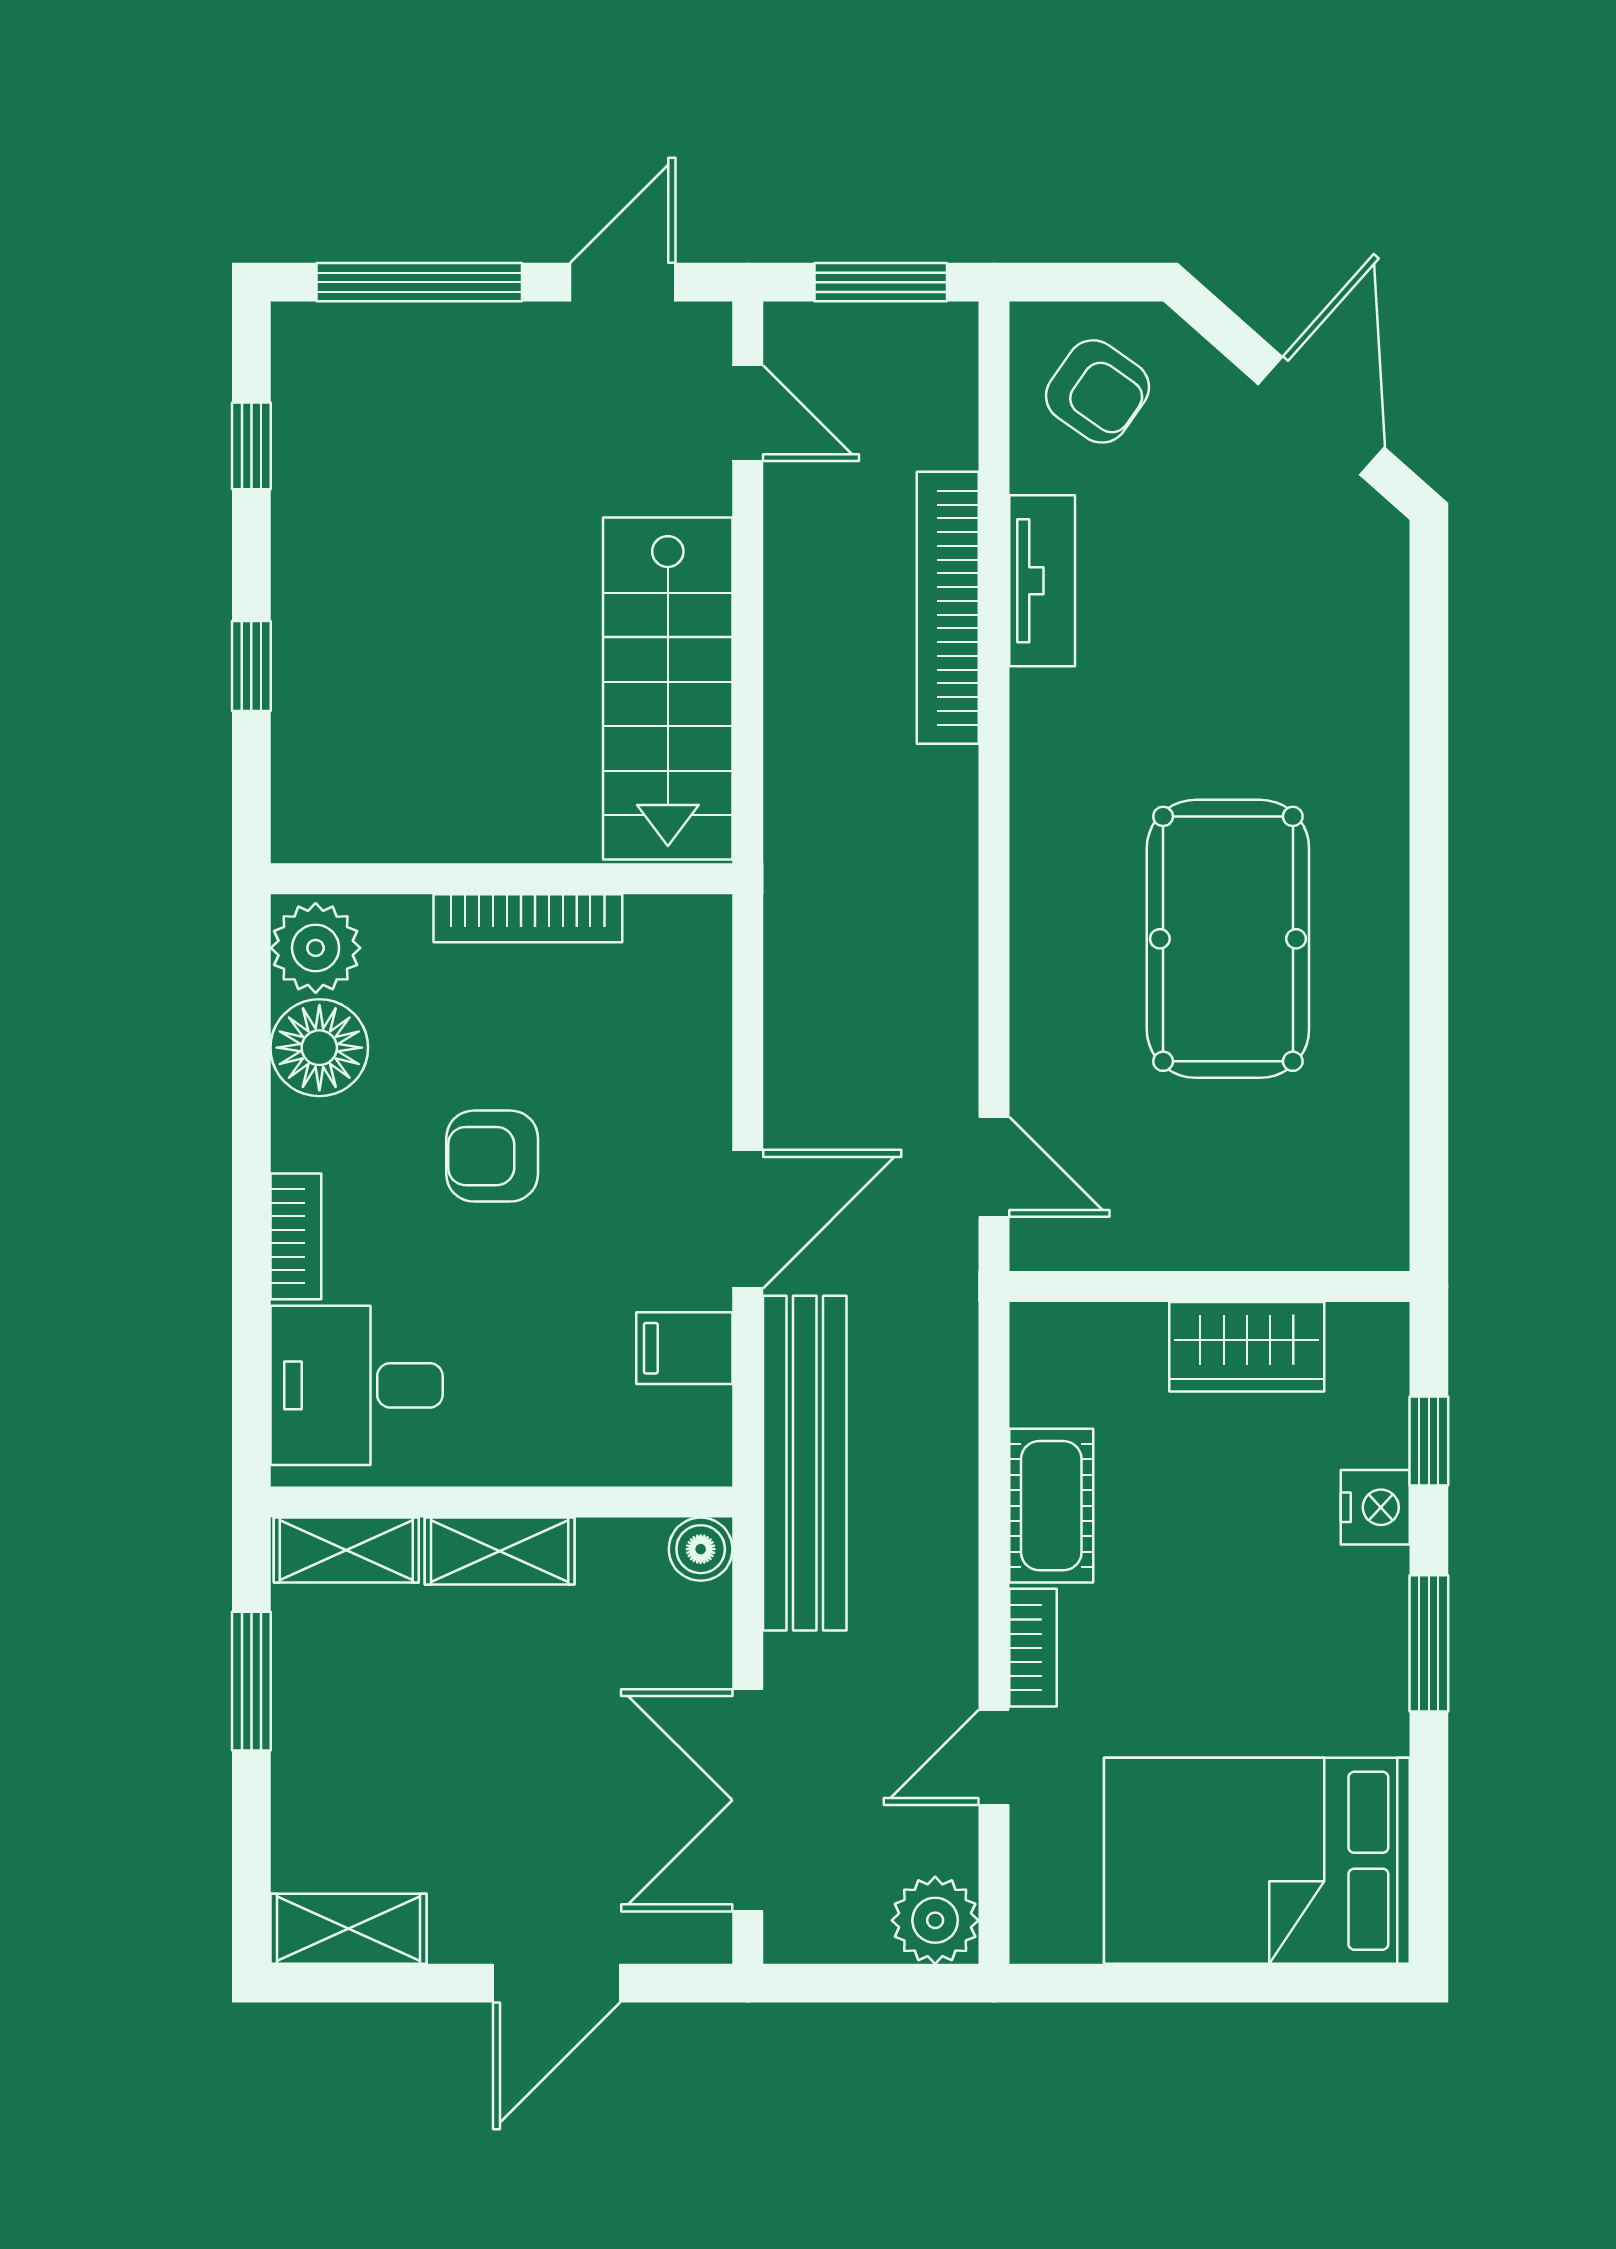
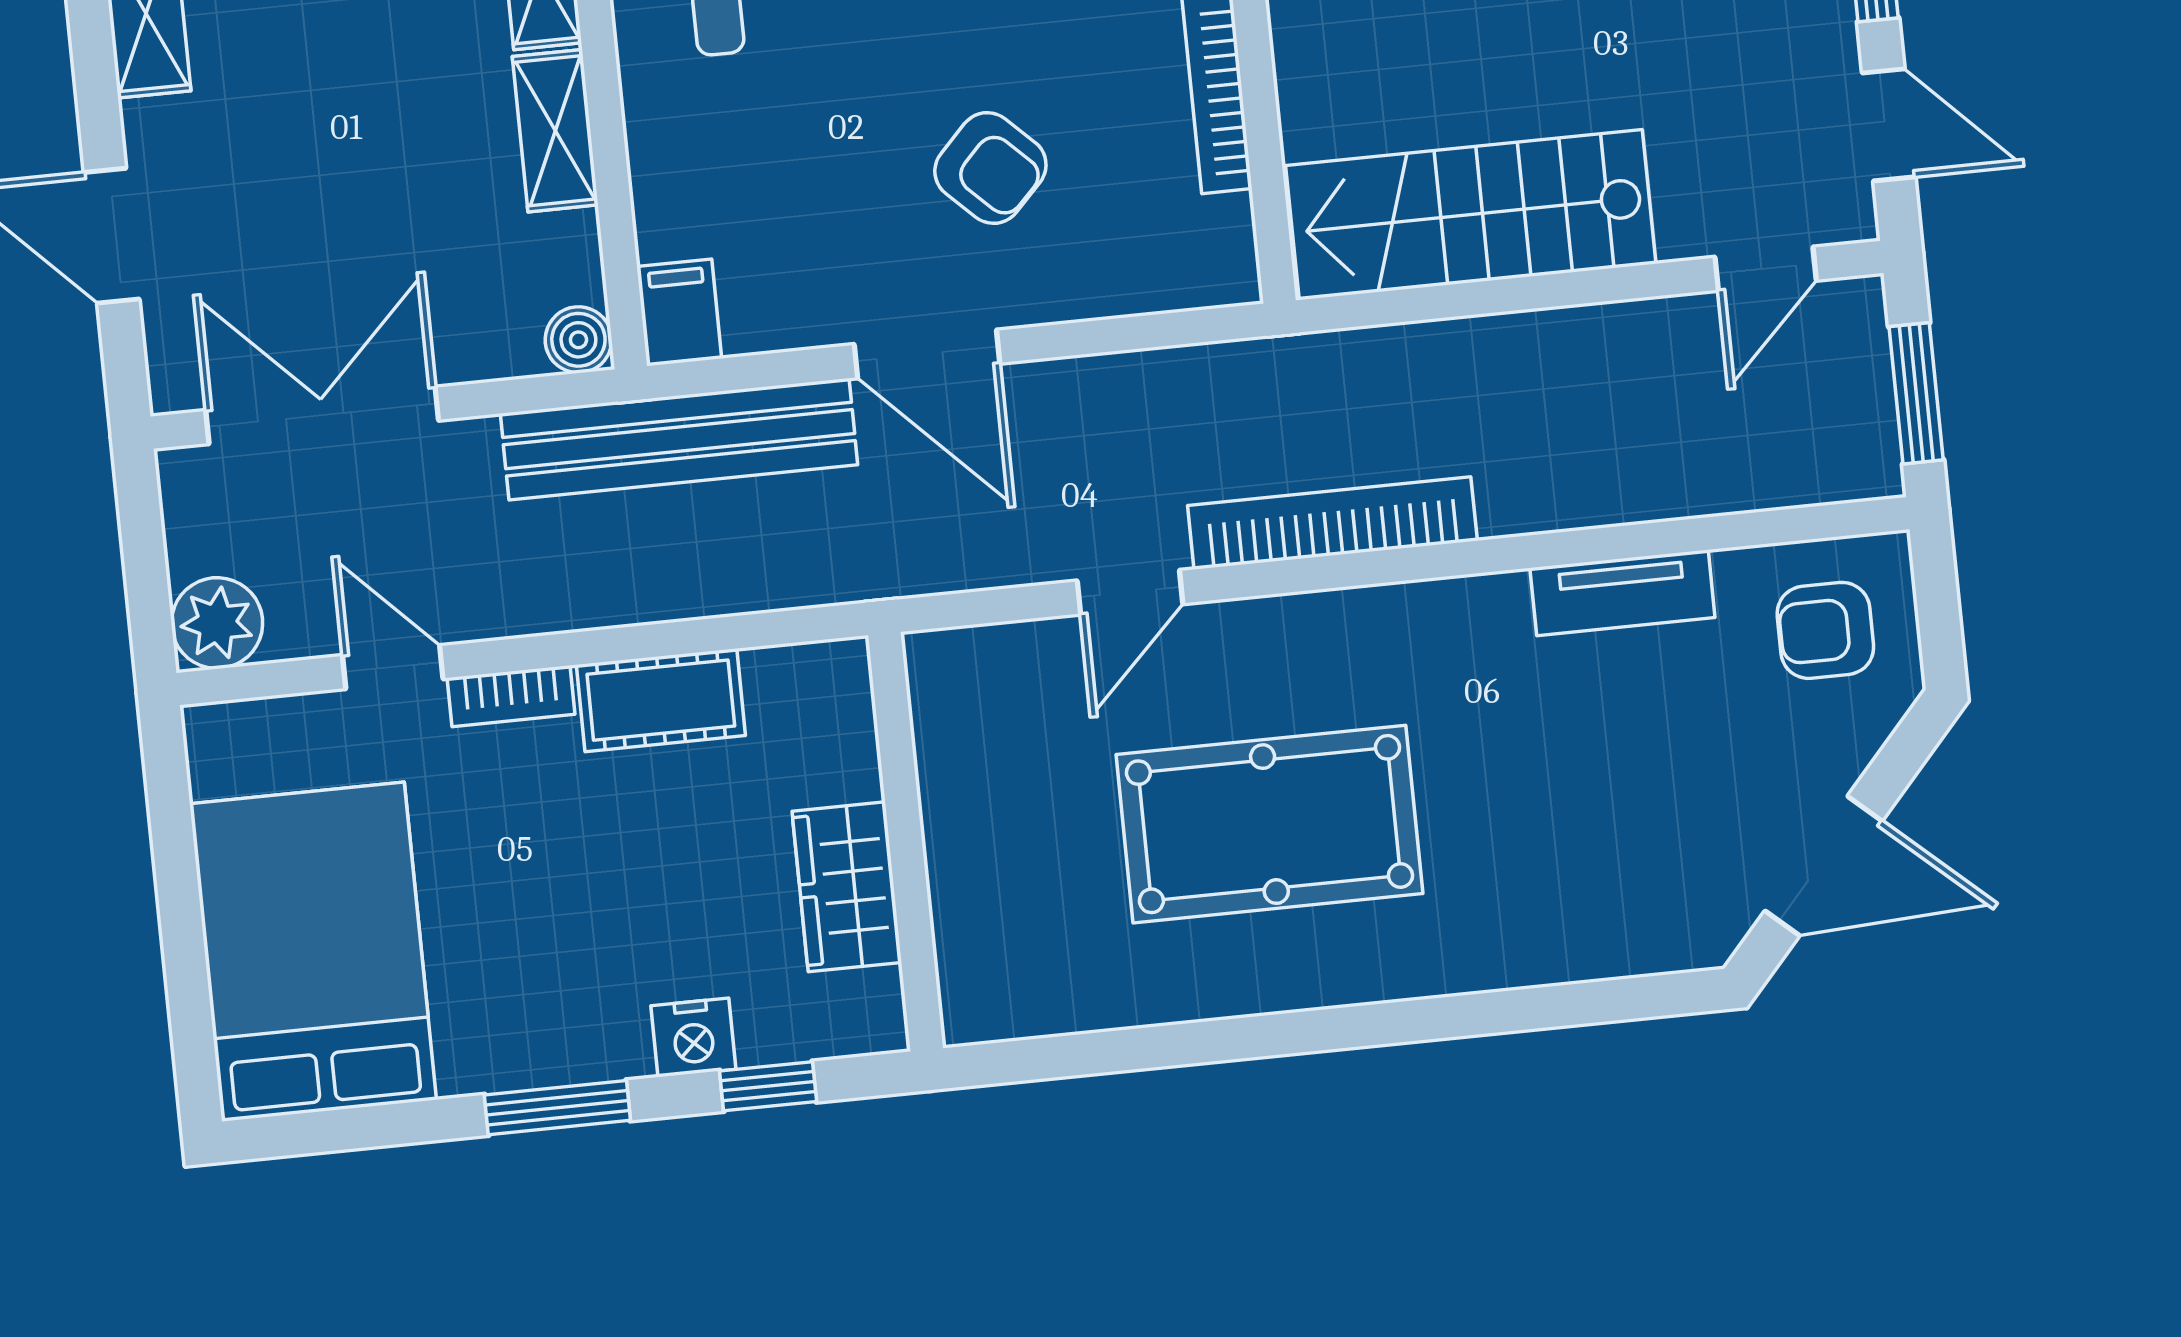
armchair: (1097, 391) -> (1825, 630), turned 55
bookcase: (948, 608) -> (1332, 523), moved
armchair: (492, 1156) -> (990, 168), moved, turned 134
door: (994, 1167) -> (1130, 592), moved
filing cabinet: (684, 1348) -> (679, 312), moved

